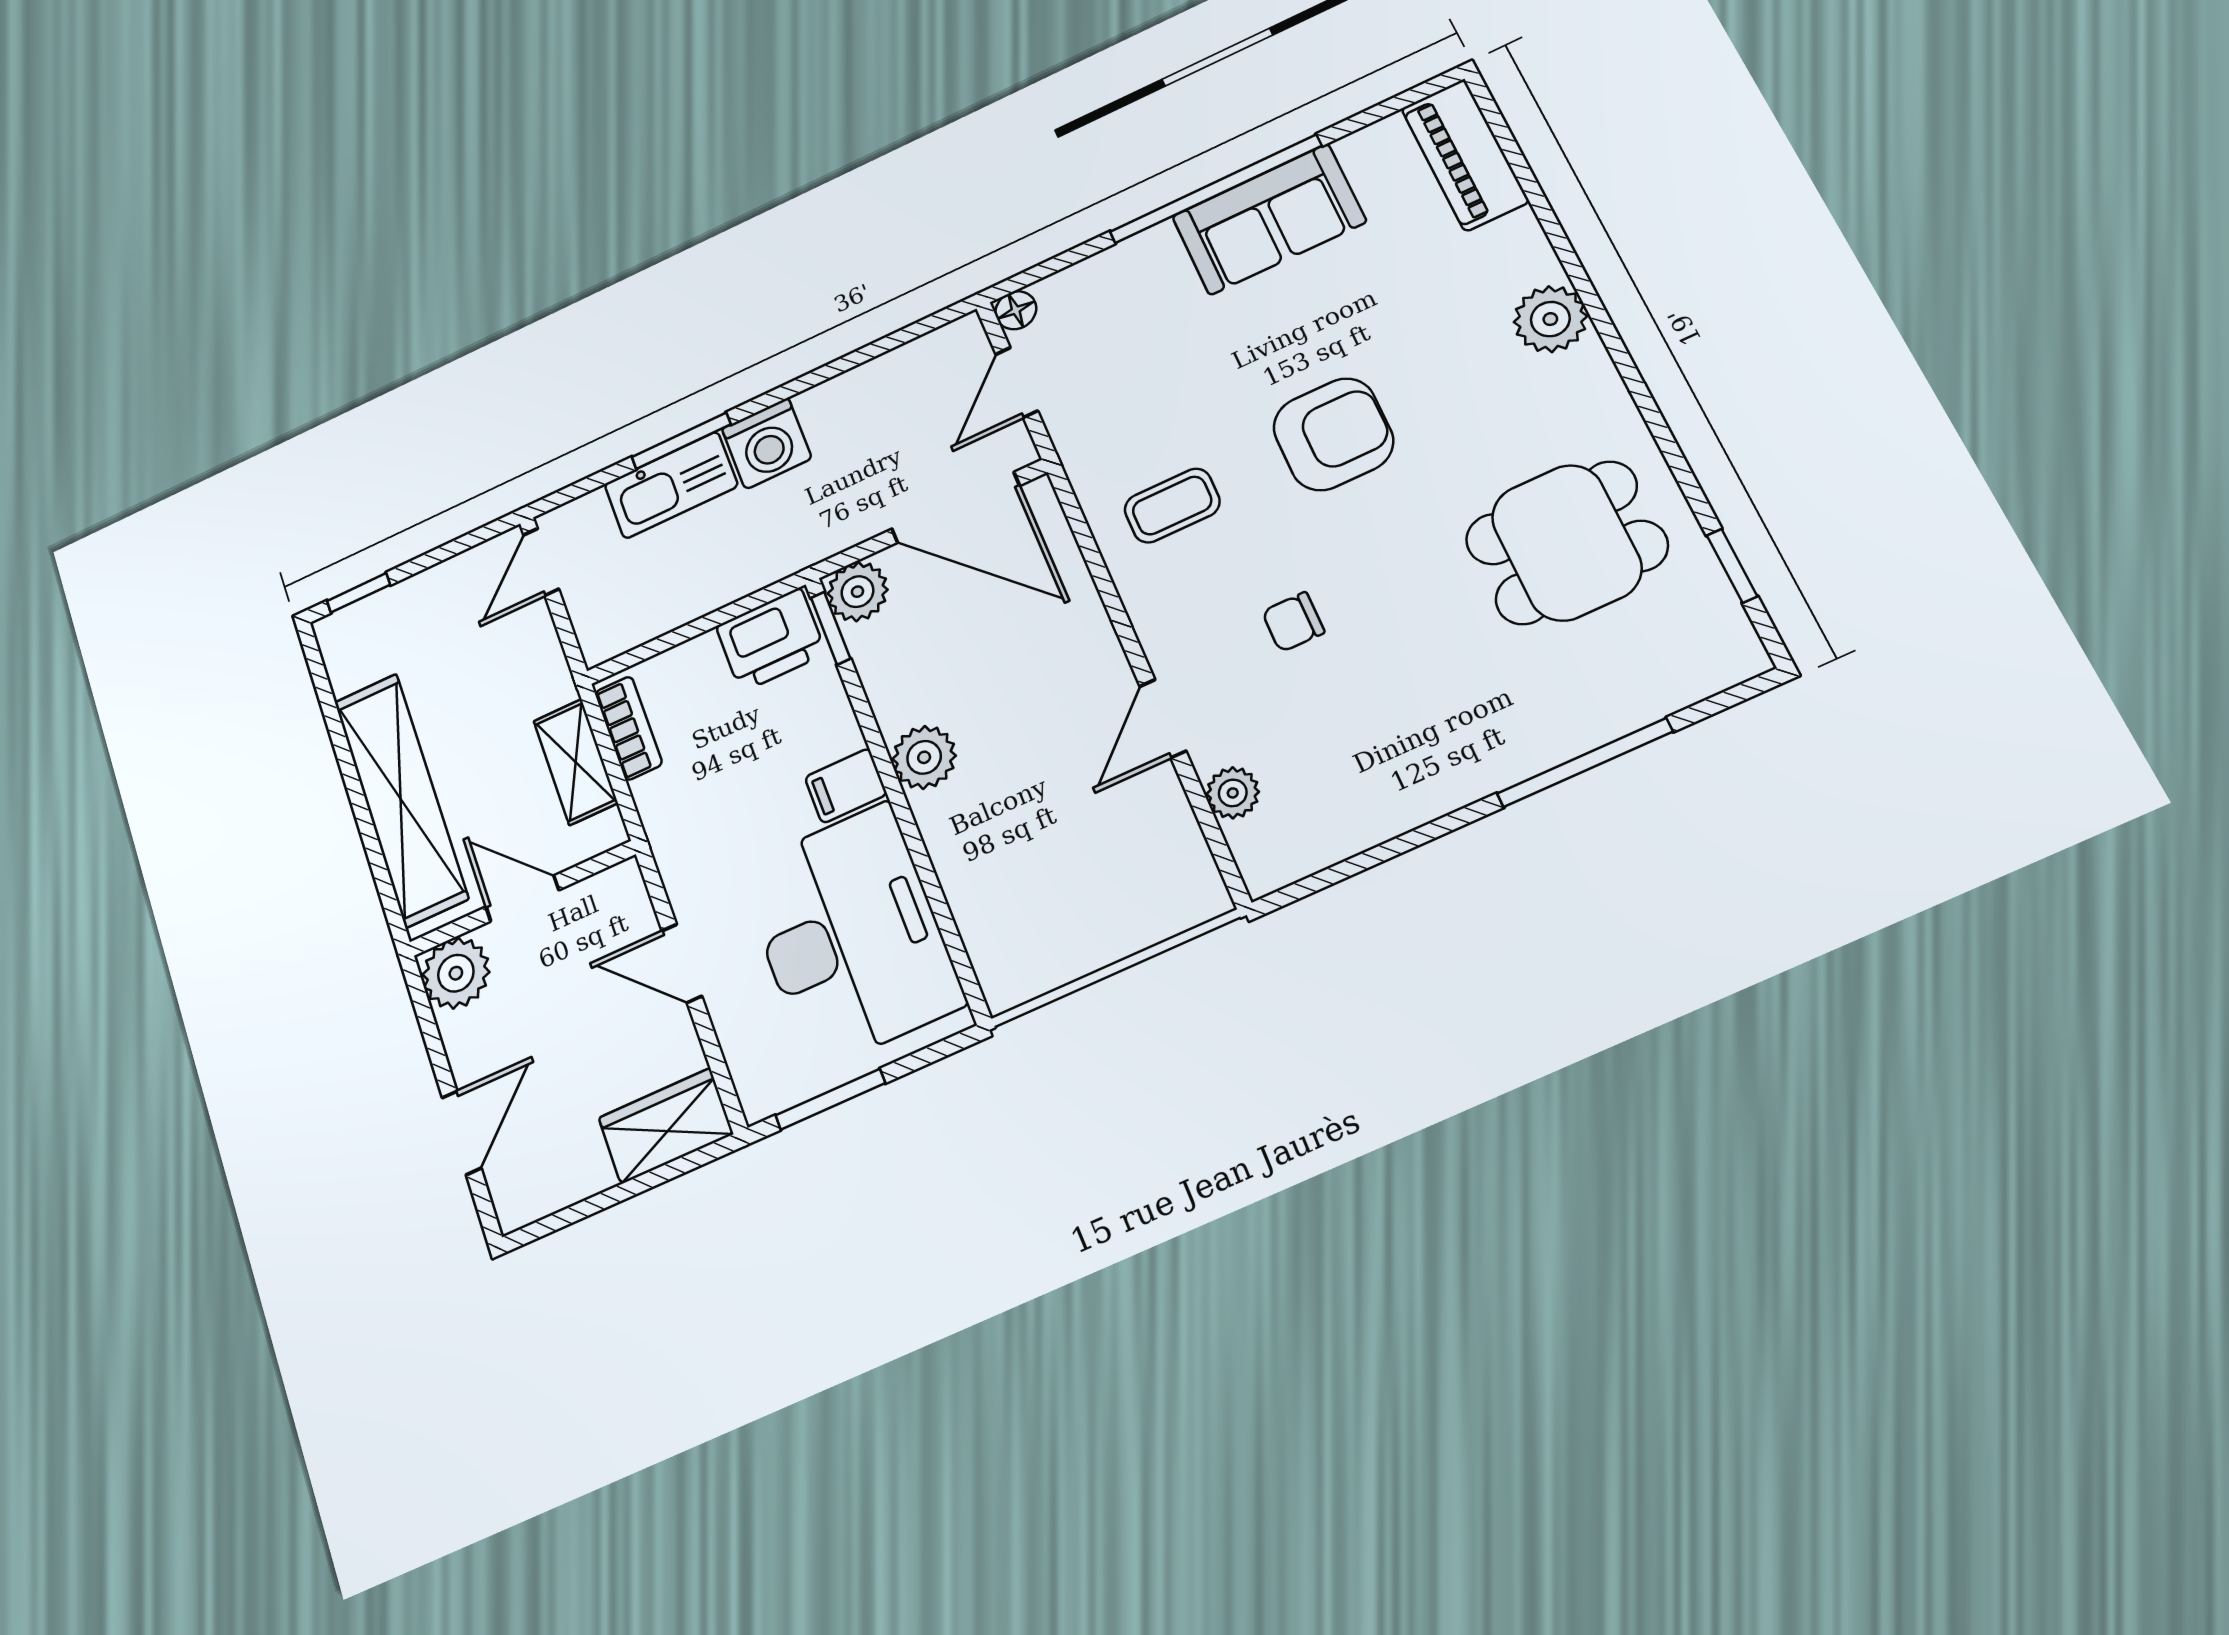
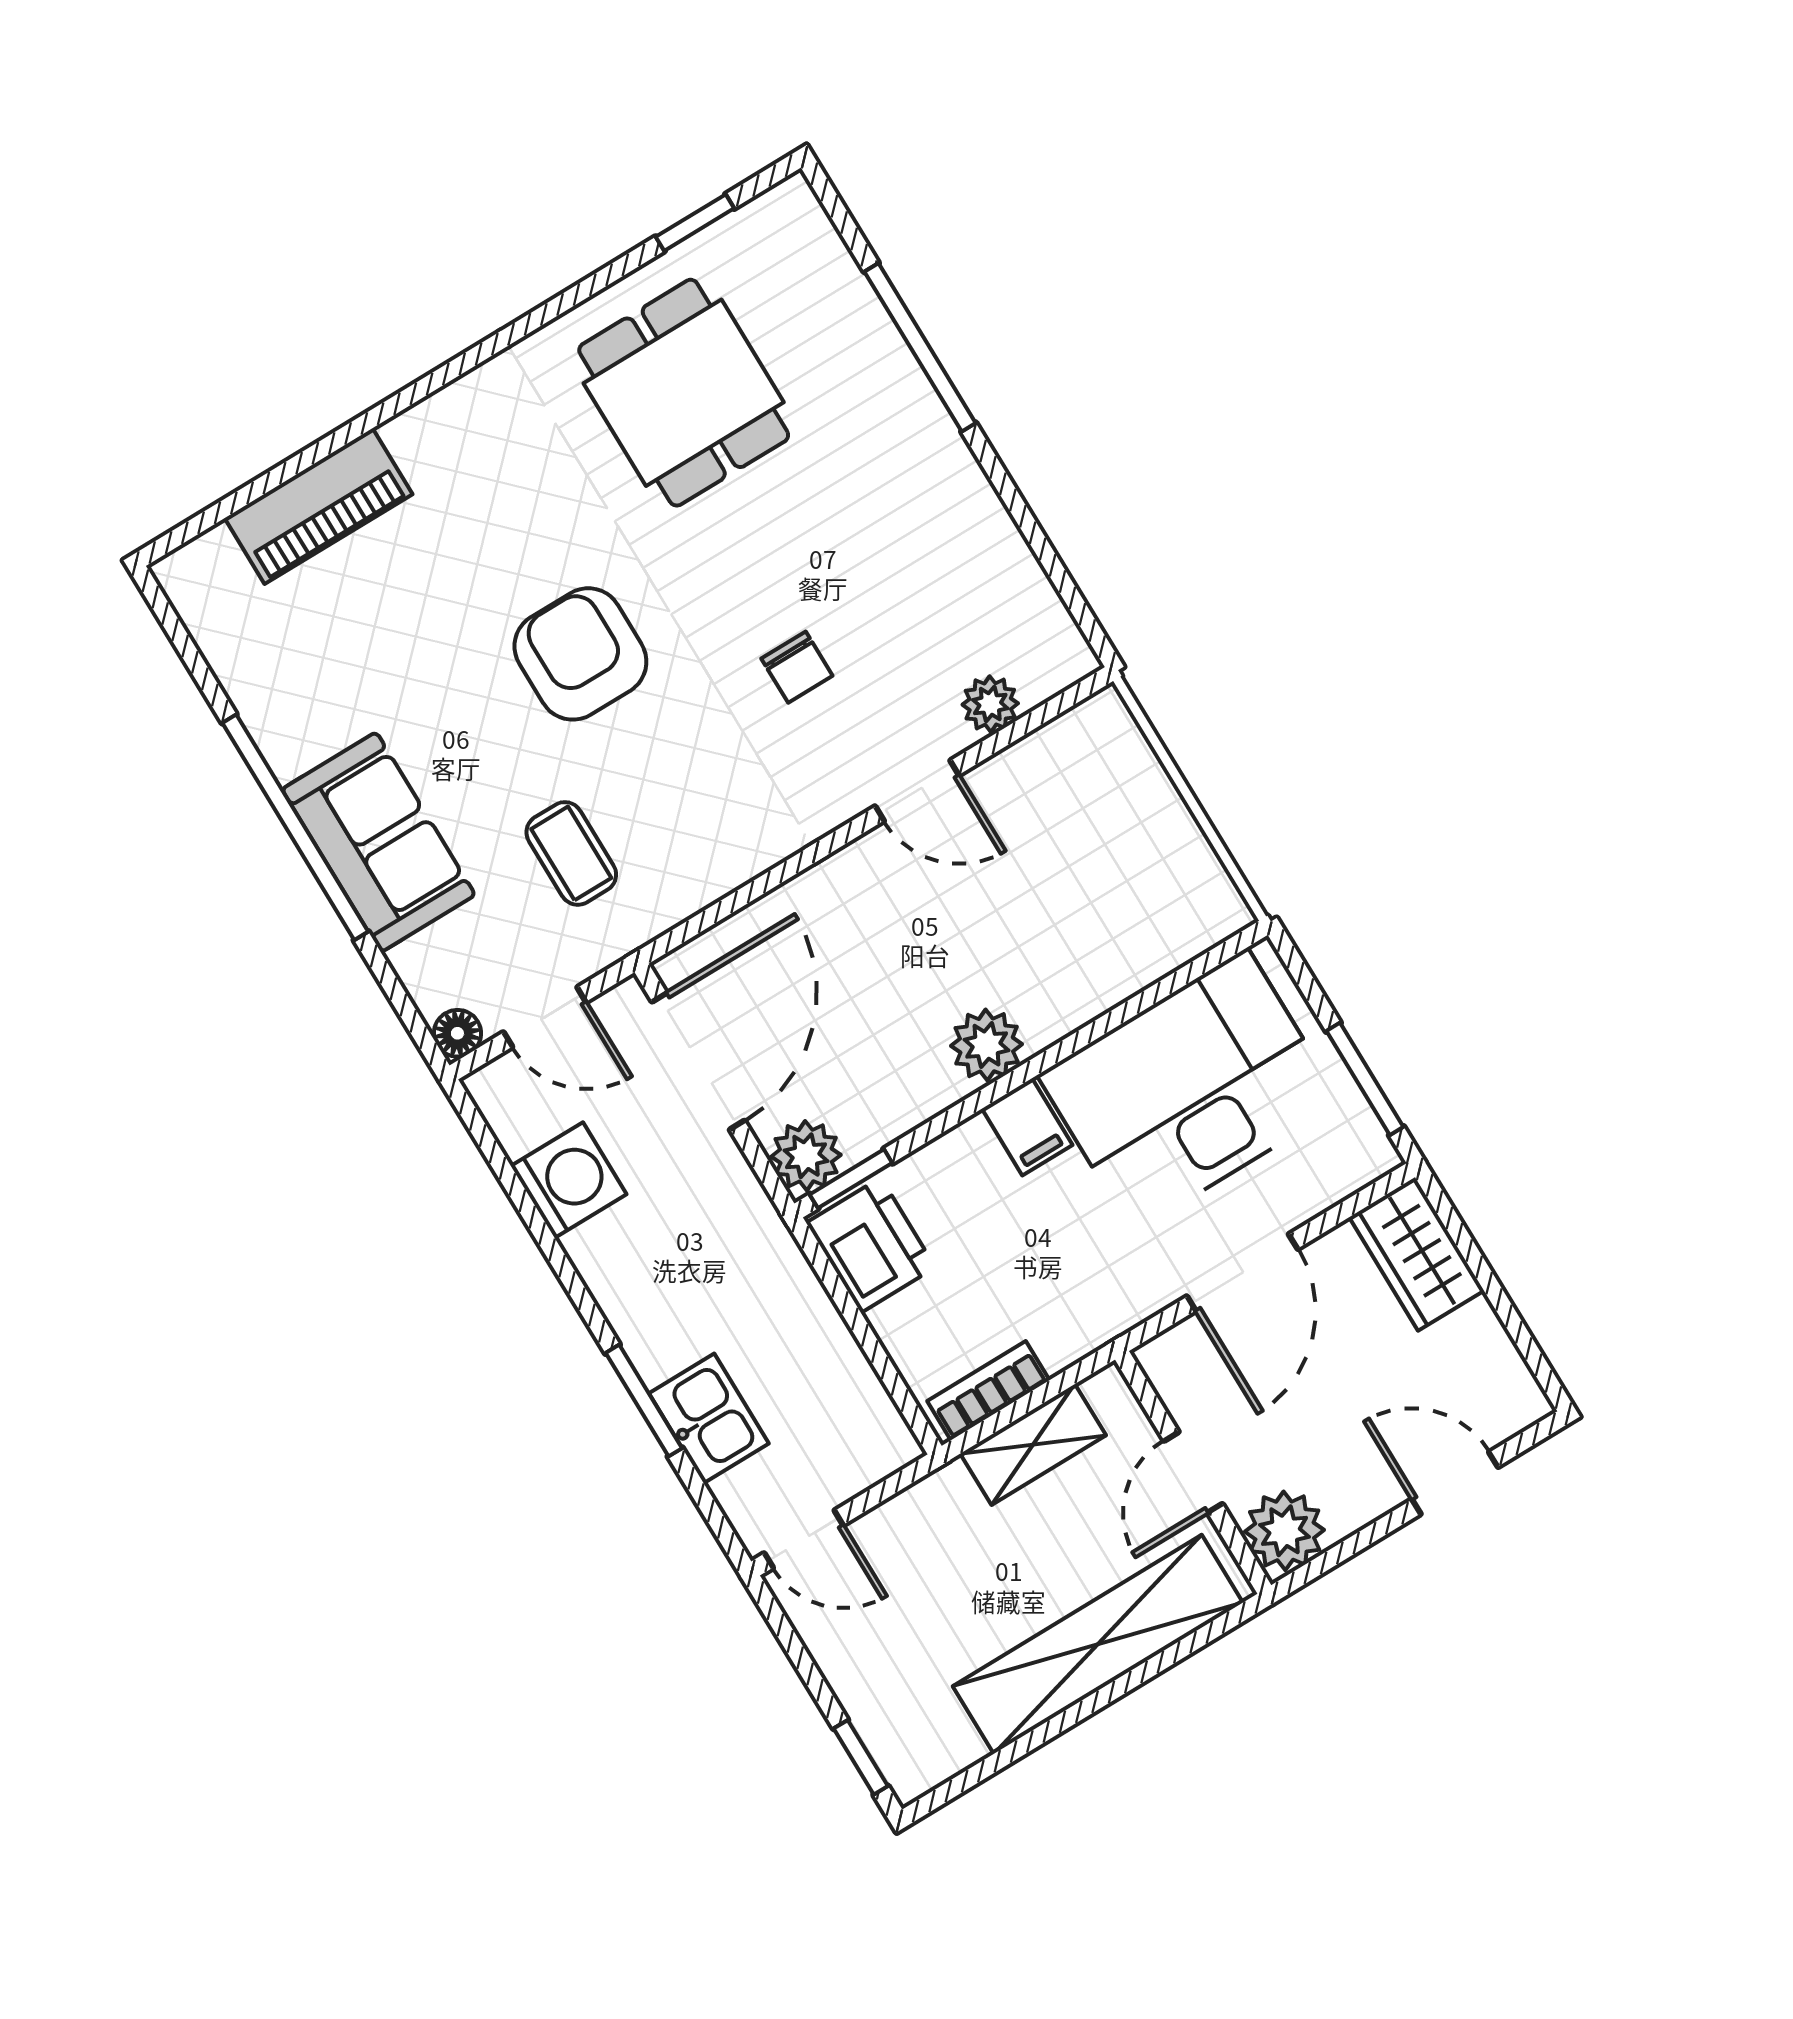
piano: (1465, 155) -> (319, 506), moved
sofa: (1269, 219) -> (379, 842), moved
plant: (1550, 319) -> (431, 438), removed
washing machine: (767, 444) -> (569, 1180), moved
kitchen sink: (671, 485) -> (709, 1418), width x0.73
coffee table: (1172, 506) -> (571, 853), moved
door: (682, 963) -> (1242, 1273), width x1.38

